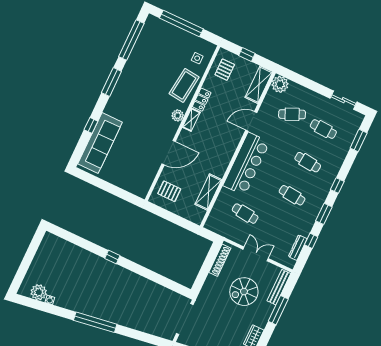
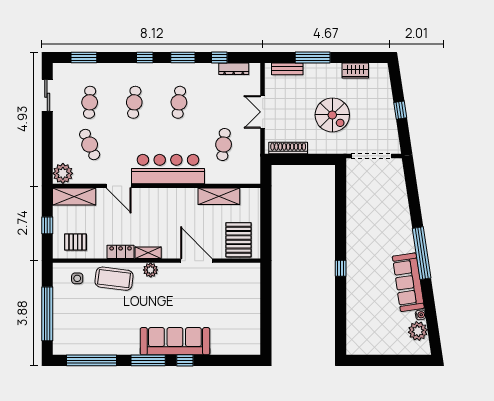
window: (91, 125) -> (185, 360), moved
sofa: (100, 143) -> (175, 341), moved
pallet: (169, 191) -> (239, 240), width x1.50, depth x1.42
bench: (279, 287) -> (287, 69), width x0.73
spiral stairs: (244, 292) -> (332, 115), moved
sofa: (78, 302) -> (408, 282), added

